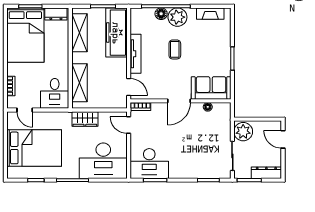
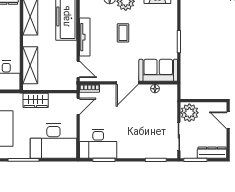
door: (129, 125) -> (78, 106), swing flipped

